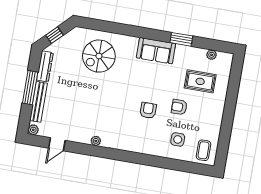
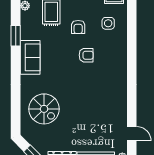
armchair: (148, 110) -> (86, 55), turned 180
plant: (96, 141) -> (122, 98), removed

